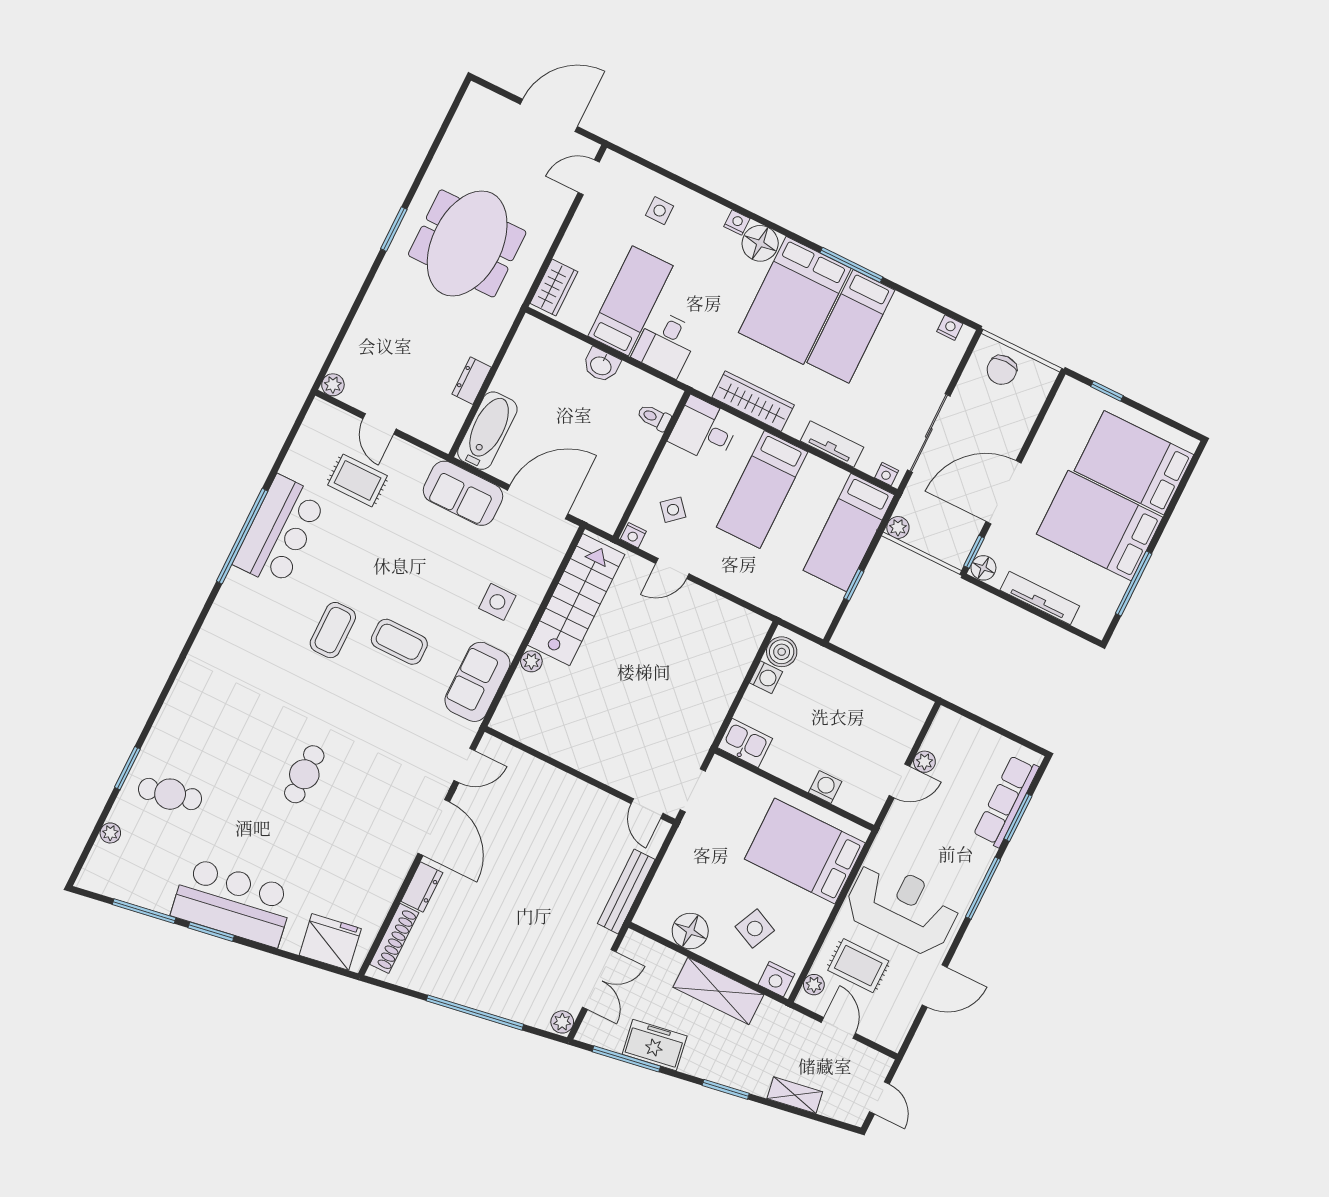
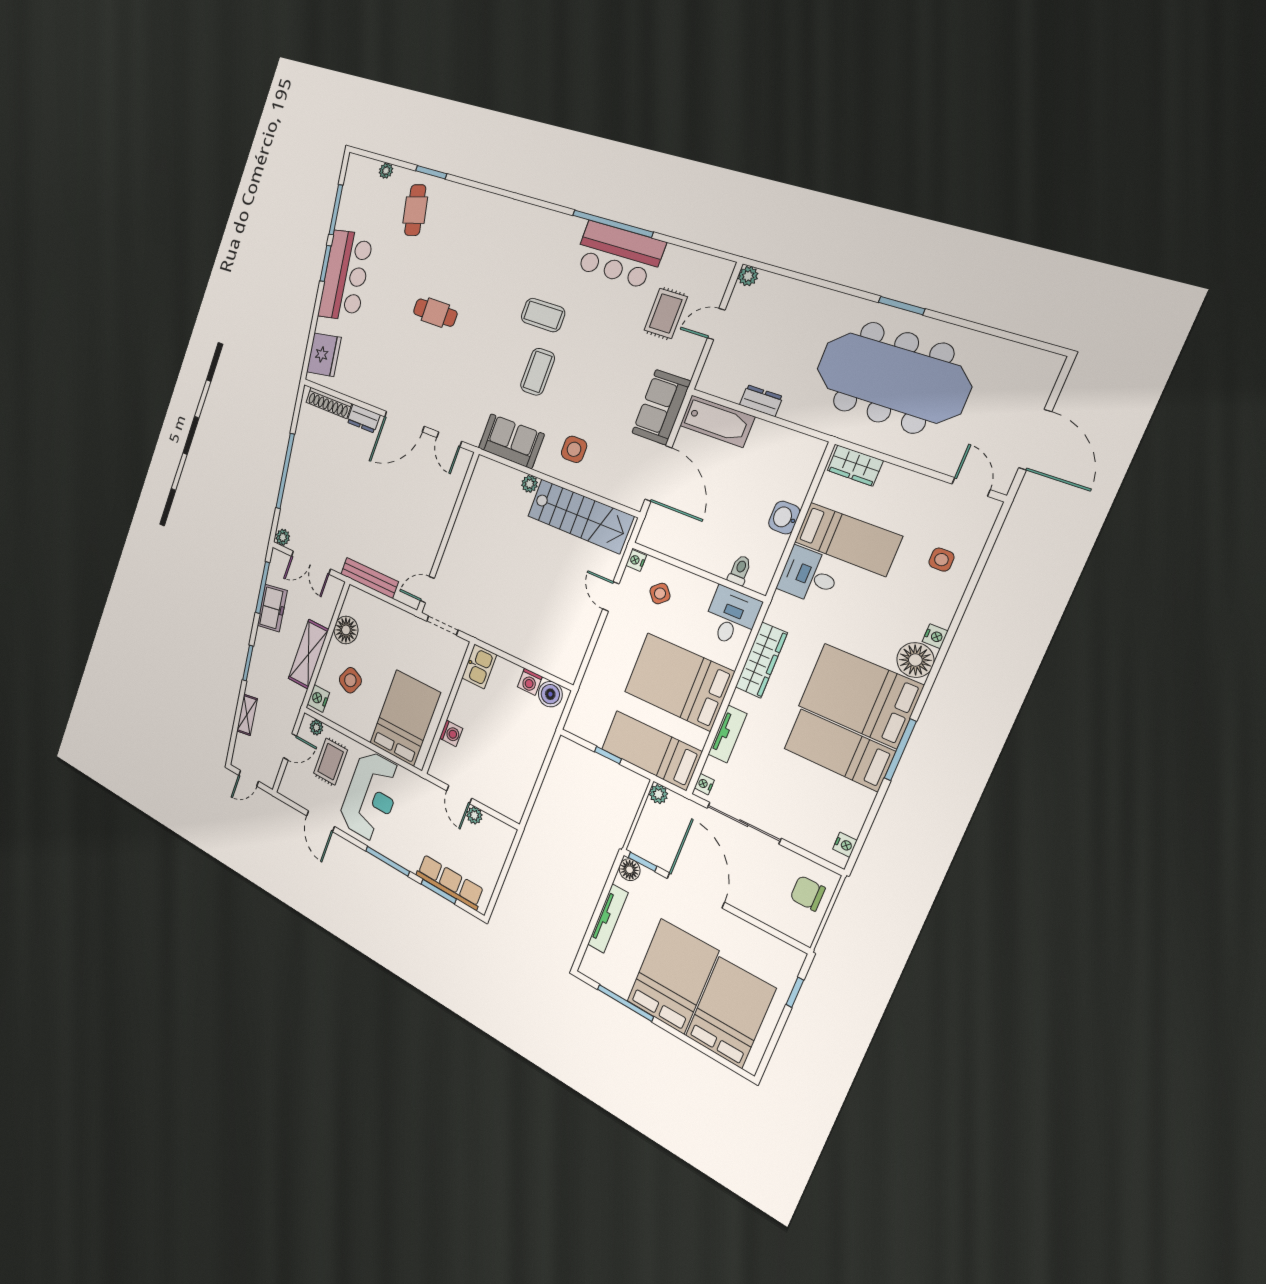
meeting table: (467, 243) -> (893, 378), width x1.36
bed: (762, 489) -> (679, 682), width x1.50

